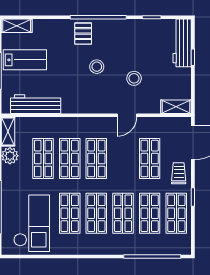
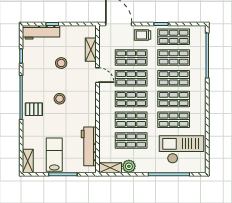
stool: (134, 78) -> (61, 63), moved
shelving: (176, 107) -> (91, 50), moved
shop shelf: (123, 159) -> (131, 78), added

